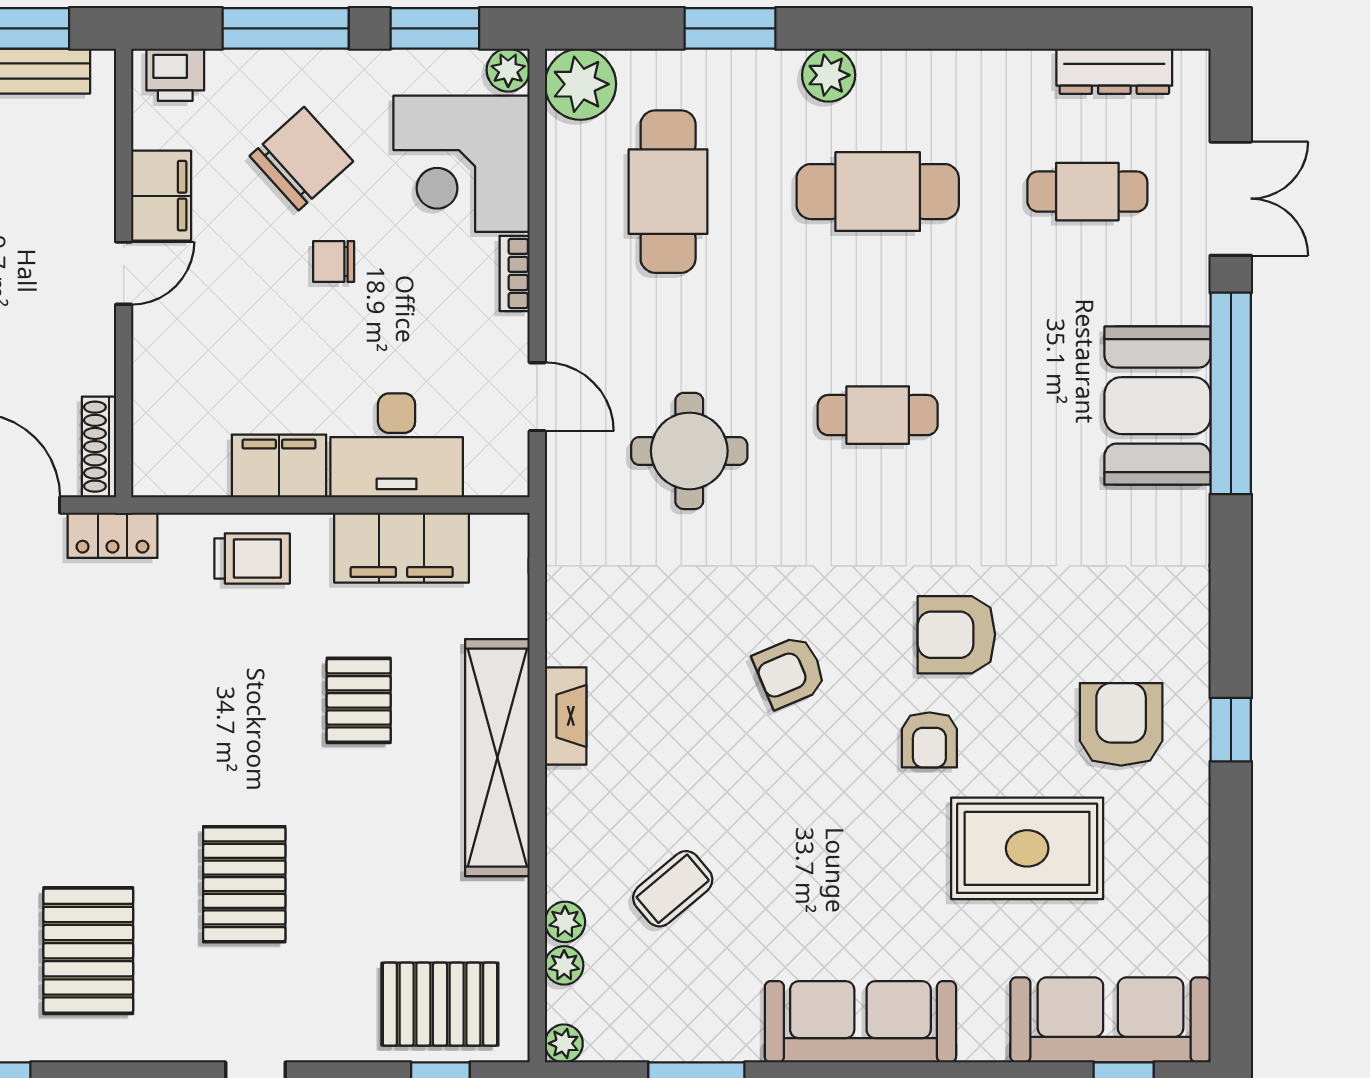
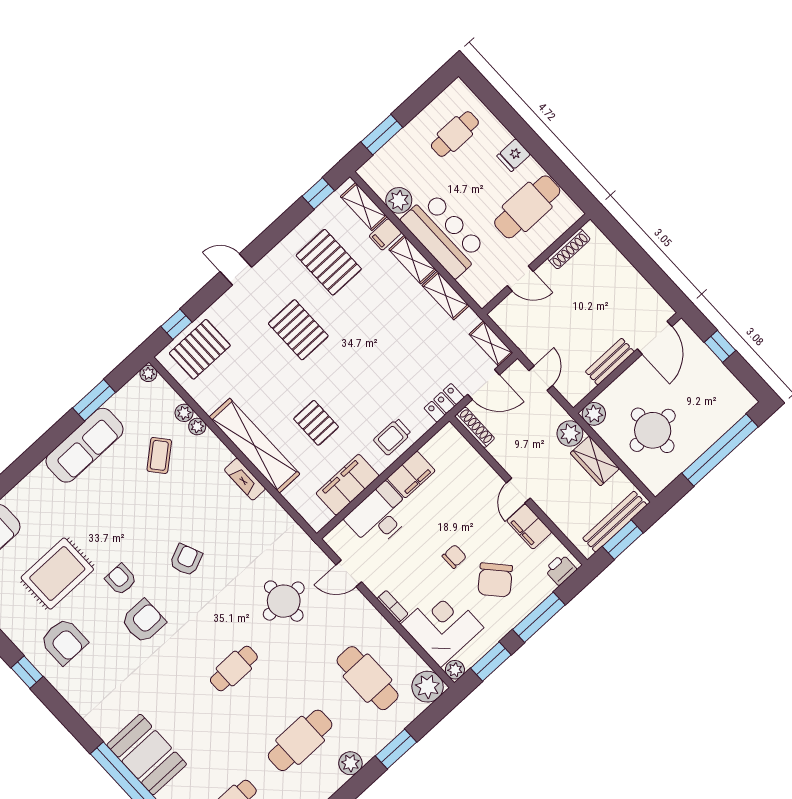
plant: (564, 965) -> (197, 427), moved
sofa: (860, 1022) -> (84, 445), moved

